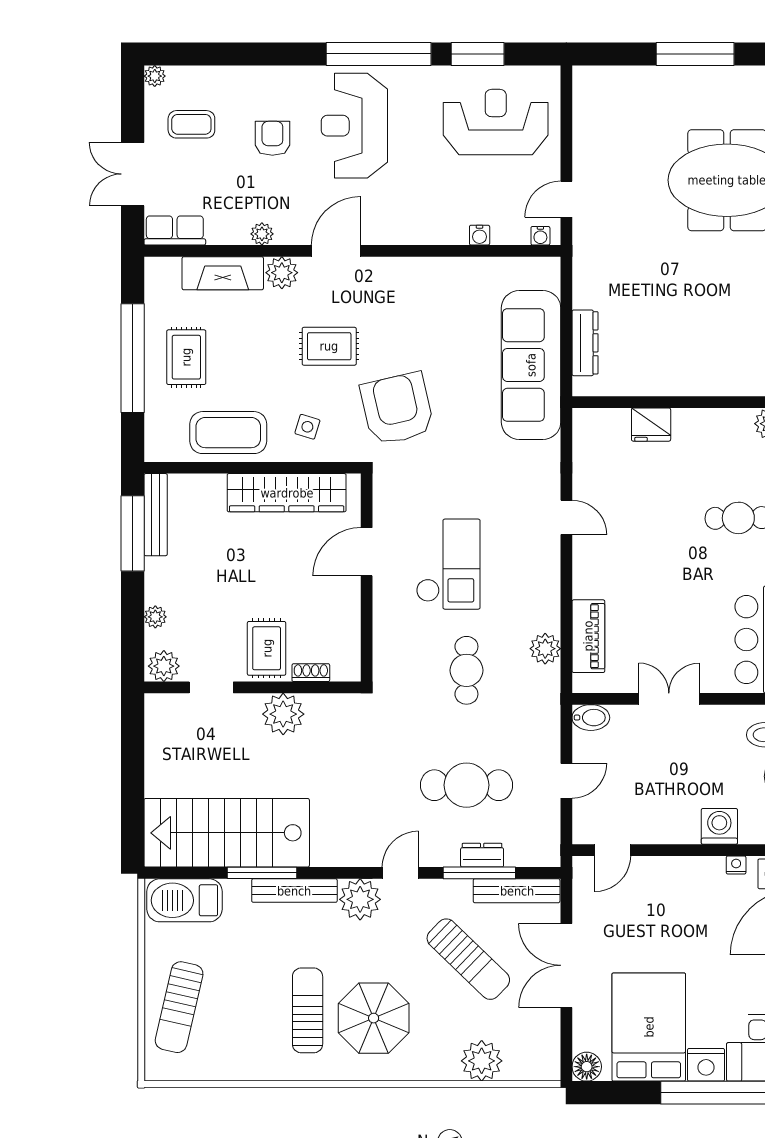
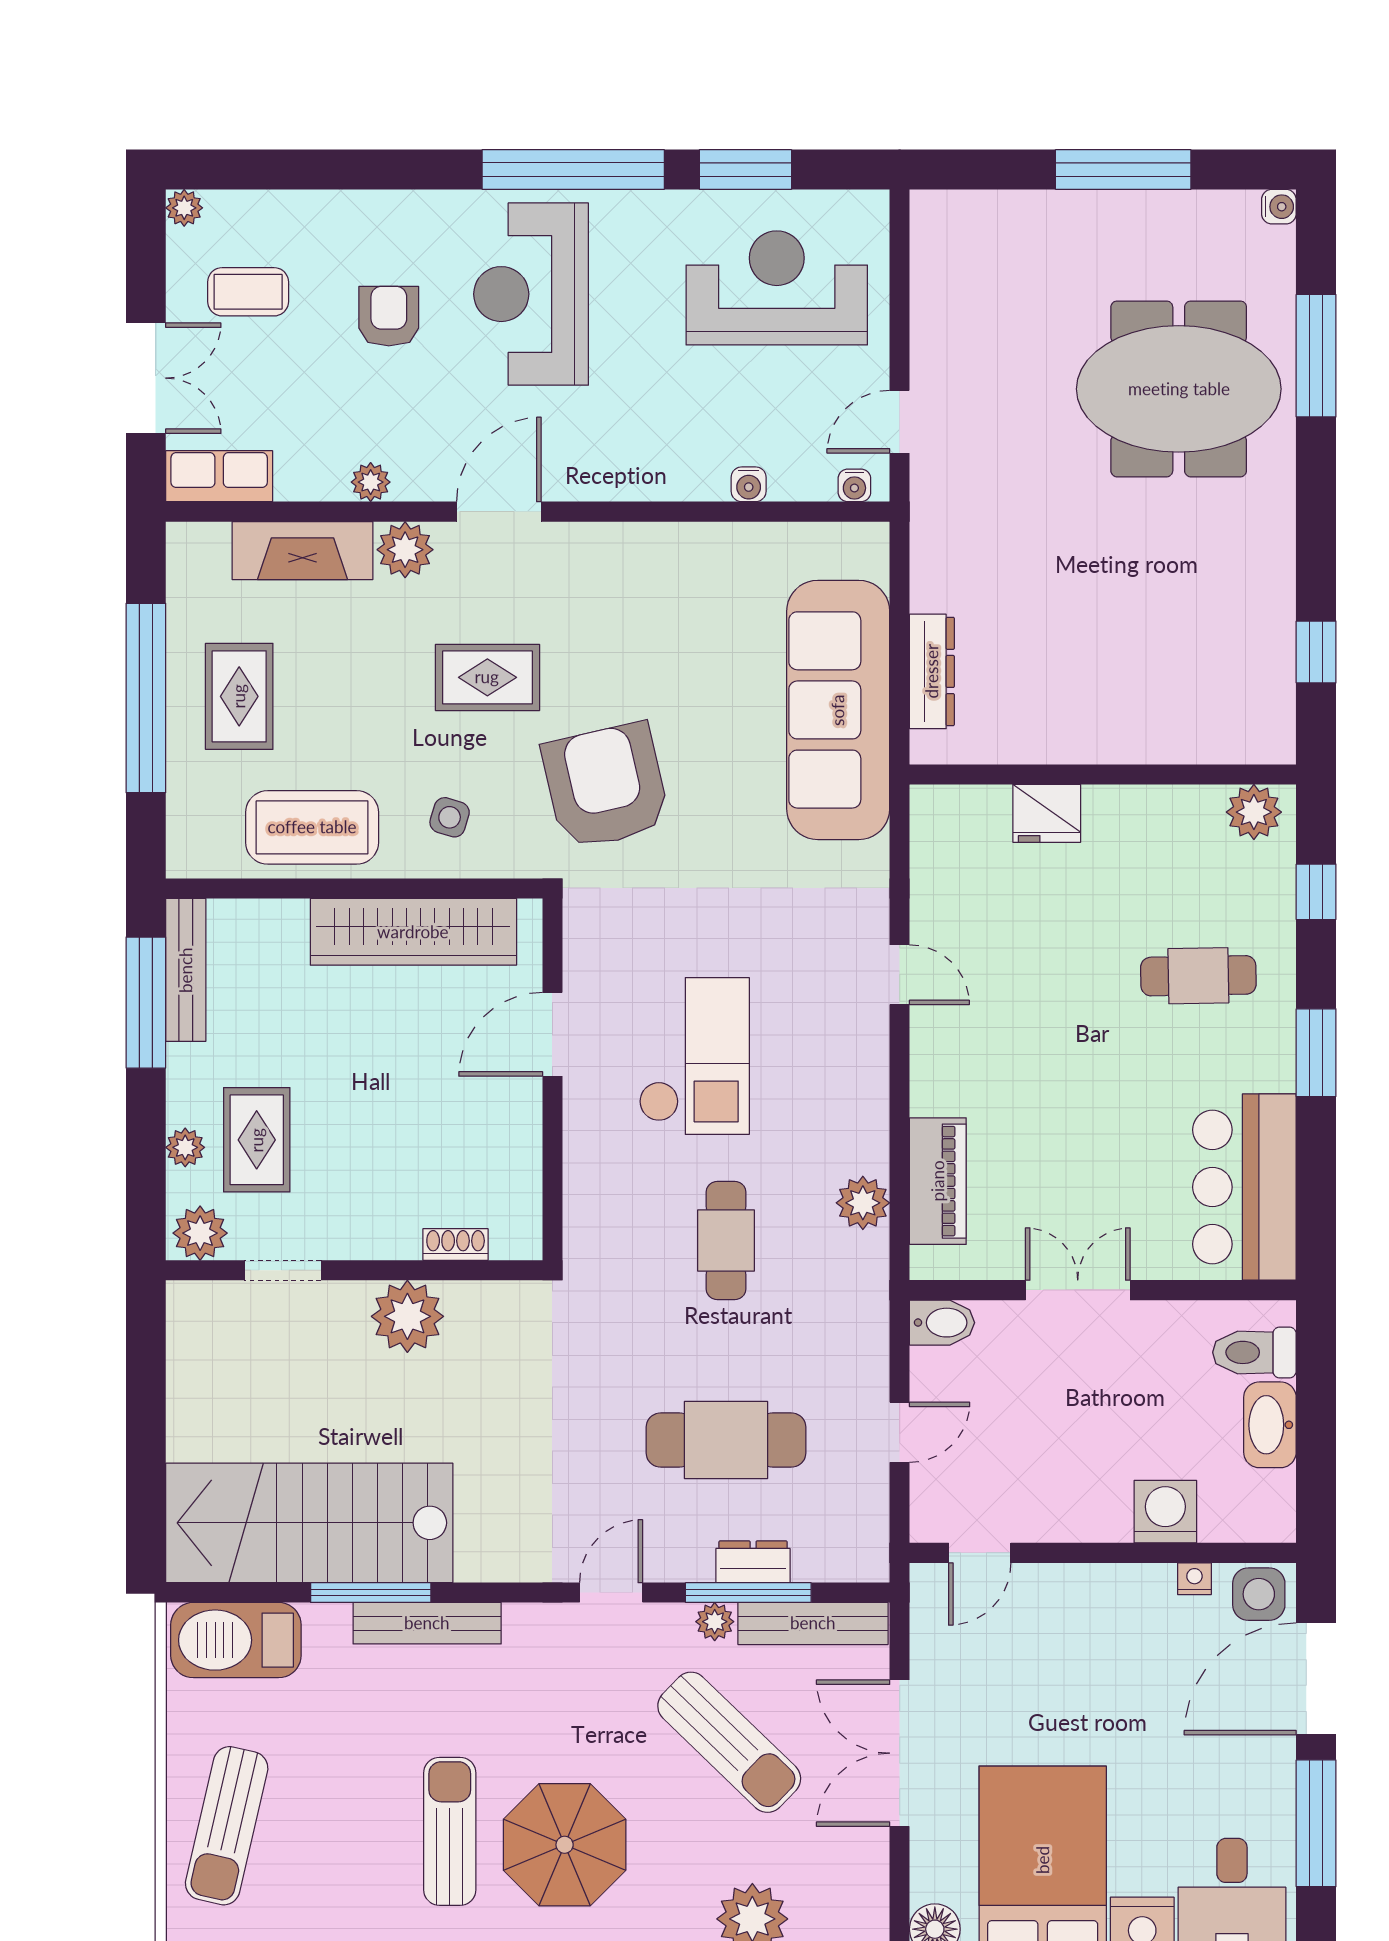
double door: (133, 174) -> (146, 378), swing flipped
rug: (267, 648) -> (257, 1140), moved
plant: (360, 899) -> (715, 1622), moved, width x0.53, depth x0.53

